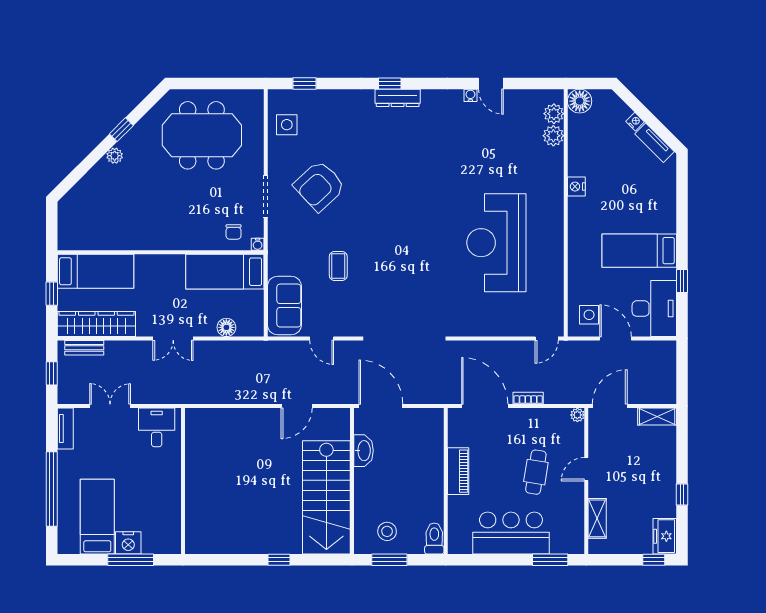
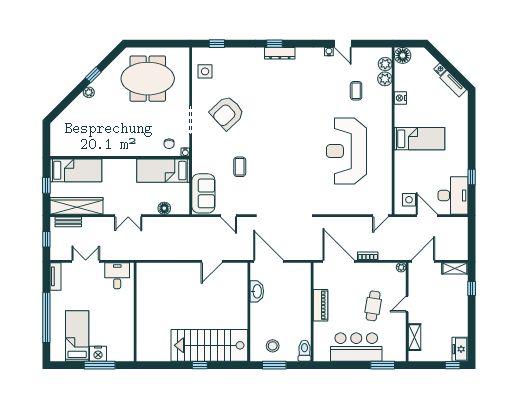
coffee table: (511, 153) -> (356, 91), added
nightstand: (576, 187) -> (400, 98), moved
bed: (639, 251) -> (420, 139), moved, turned 180
window: (682, 494) -> (472, 288), moved
stairs: (326, 497) -> (209, 345), moved, turned 90

